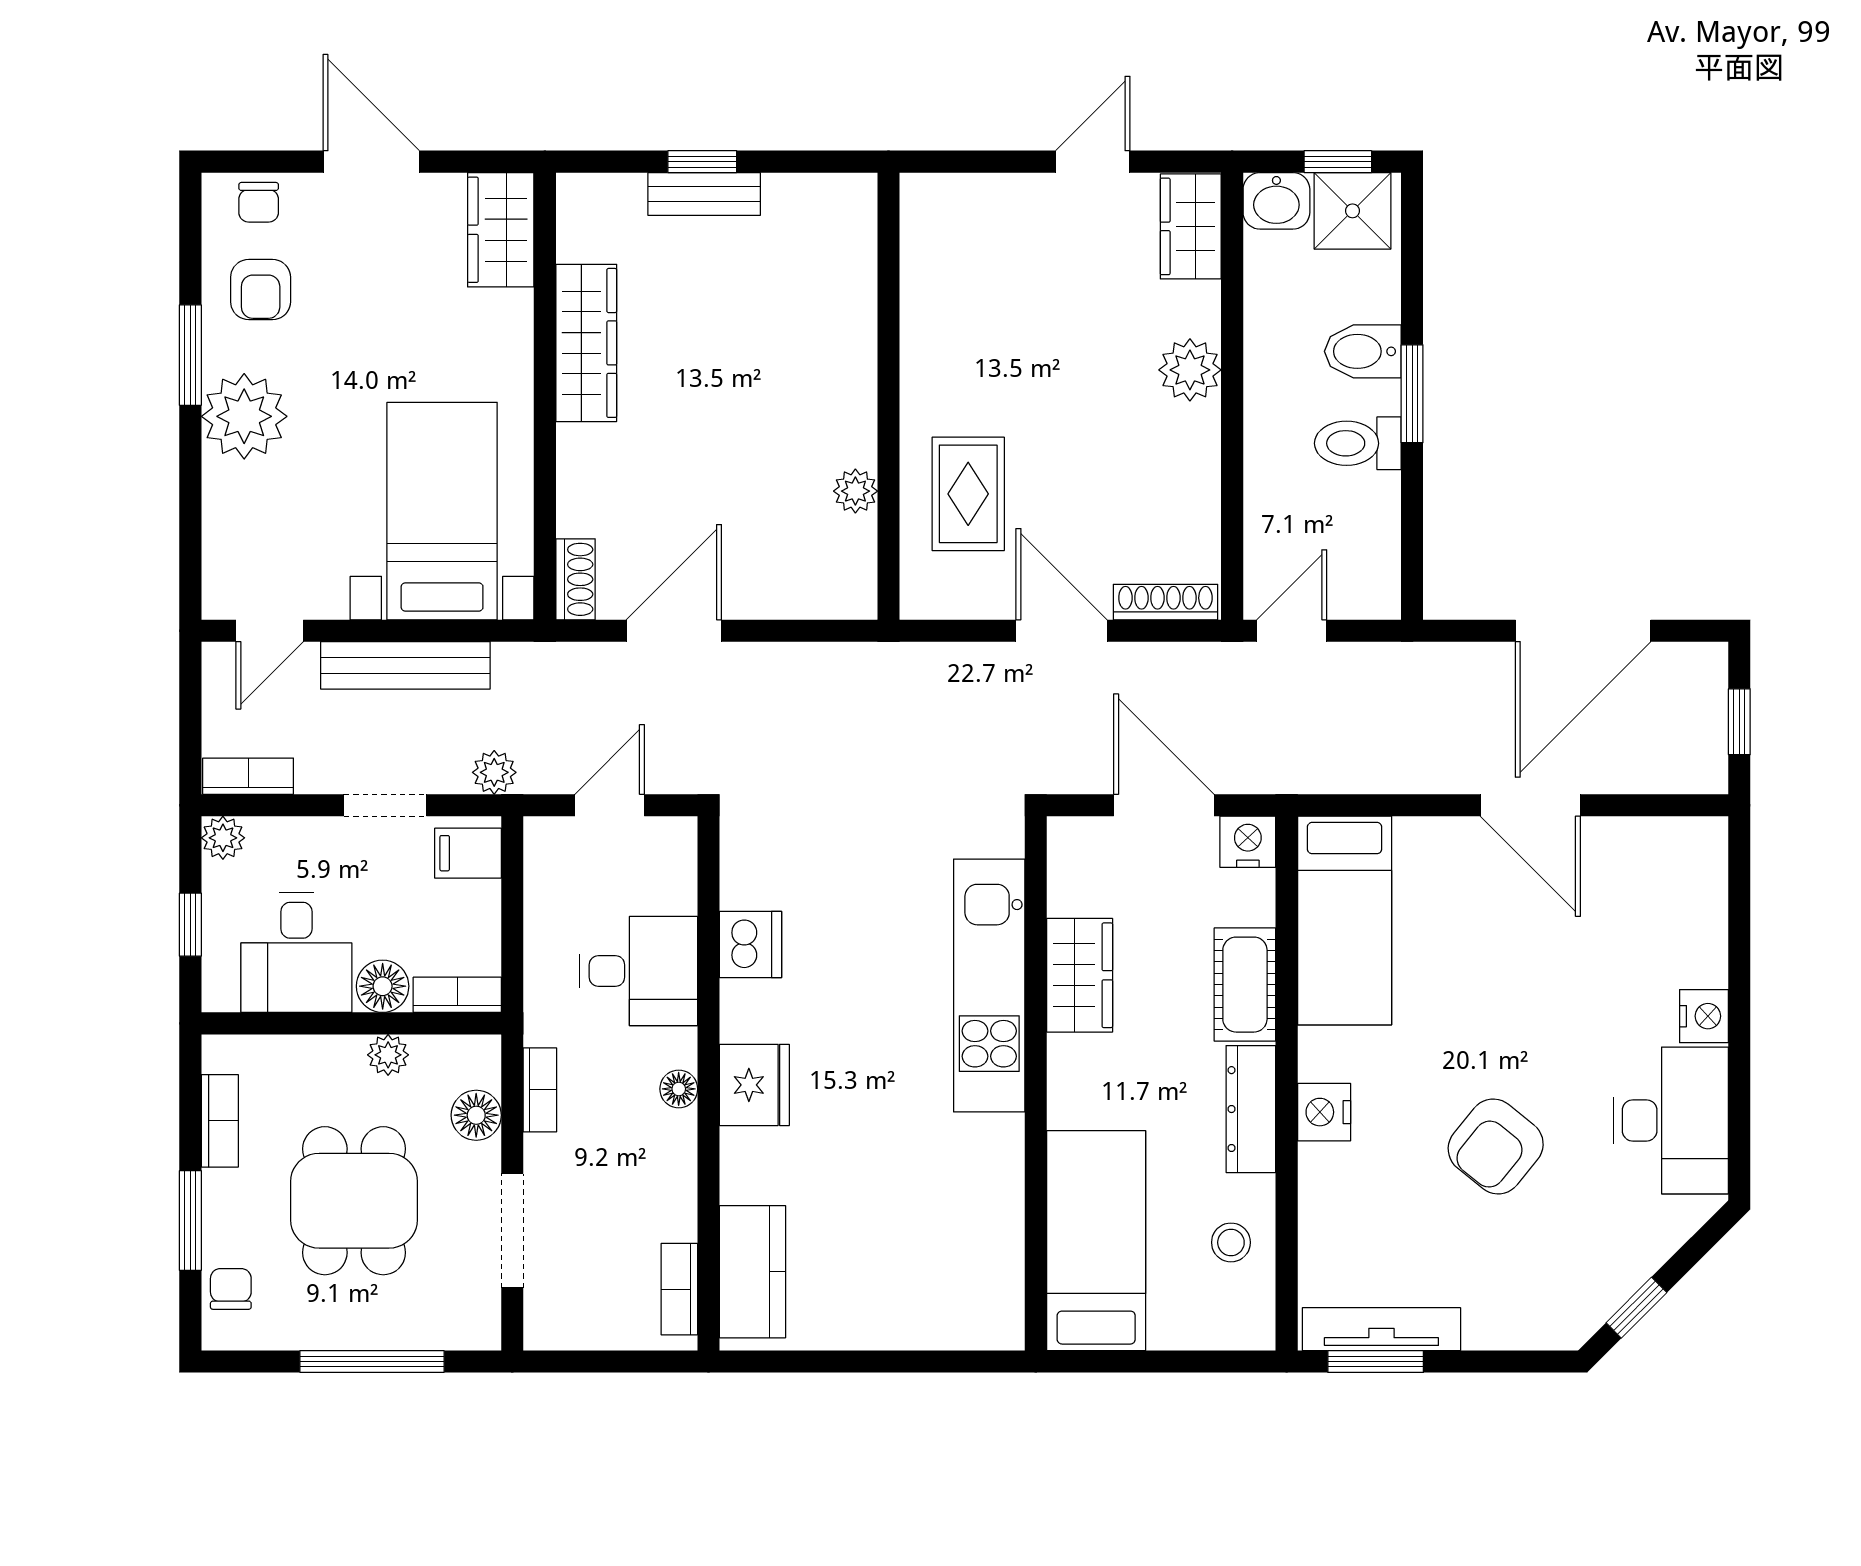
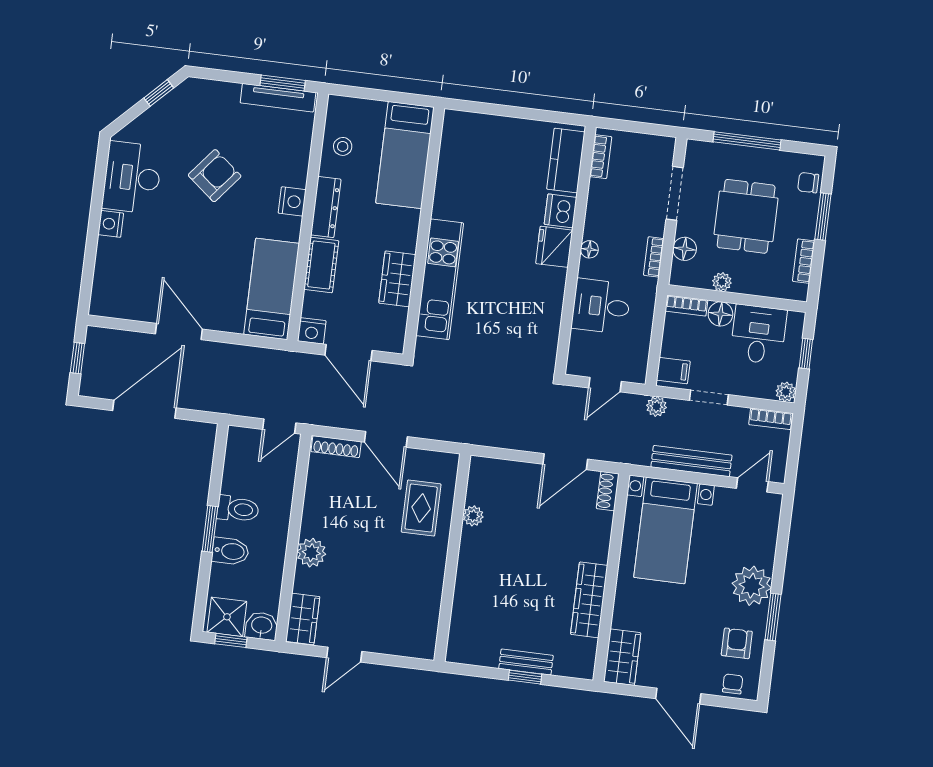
dishwasher: (750, 944) -> (560, 211), moved
chair: (231, 1289) -> (808, 183), turned 90

